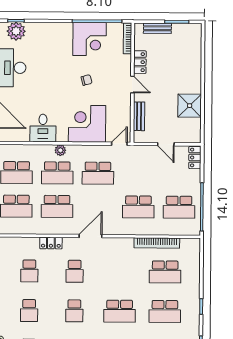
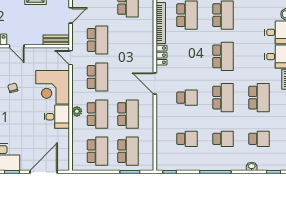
door: (132, 85) -> (17, 46), swing flipped
bench: (139, 116) -> (56, 40), moved
desk: (43, 128) -> (57, 117), moved
school desk: (138, 207) -> (98, 40), moved
locker: (51, 243) -> (161, 55), moved
school desk: (74, 311) -> (223, 98), width x1.85

